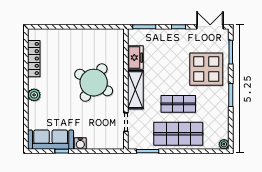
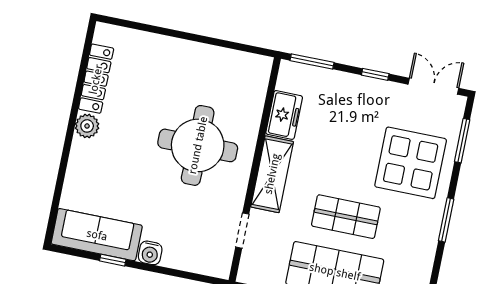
round table: (94, 83) -> (198, 145), turned -31
plant: (34, 95) -> (87, 126), moved

